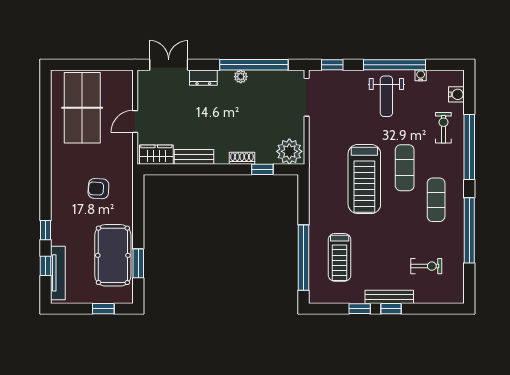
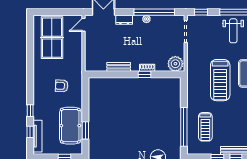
door: (135, 122) -> (83, 25), moved
wardrobe: (156, 155) -> (96, 66), removed
window: (262, 169) -> (144, 74), moved

